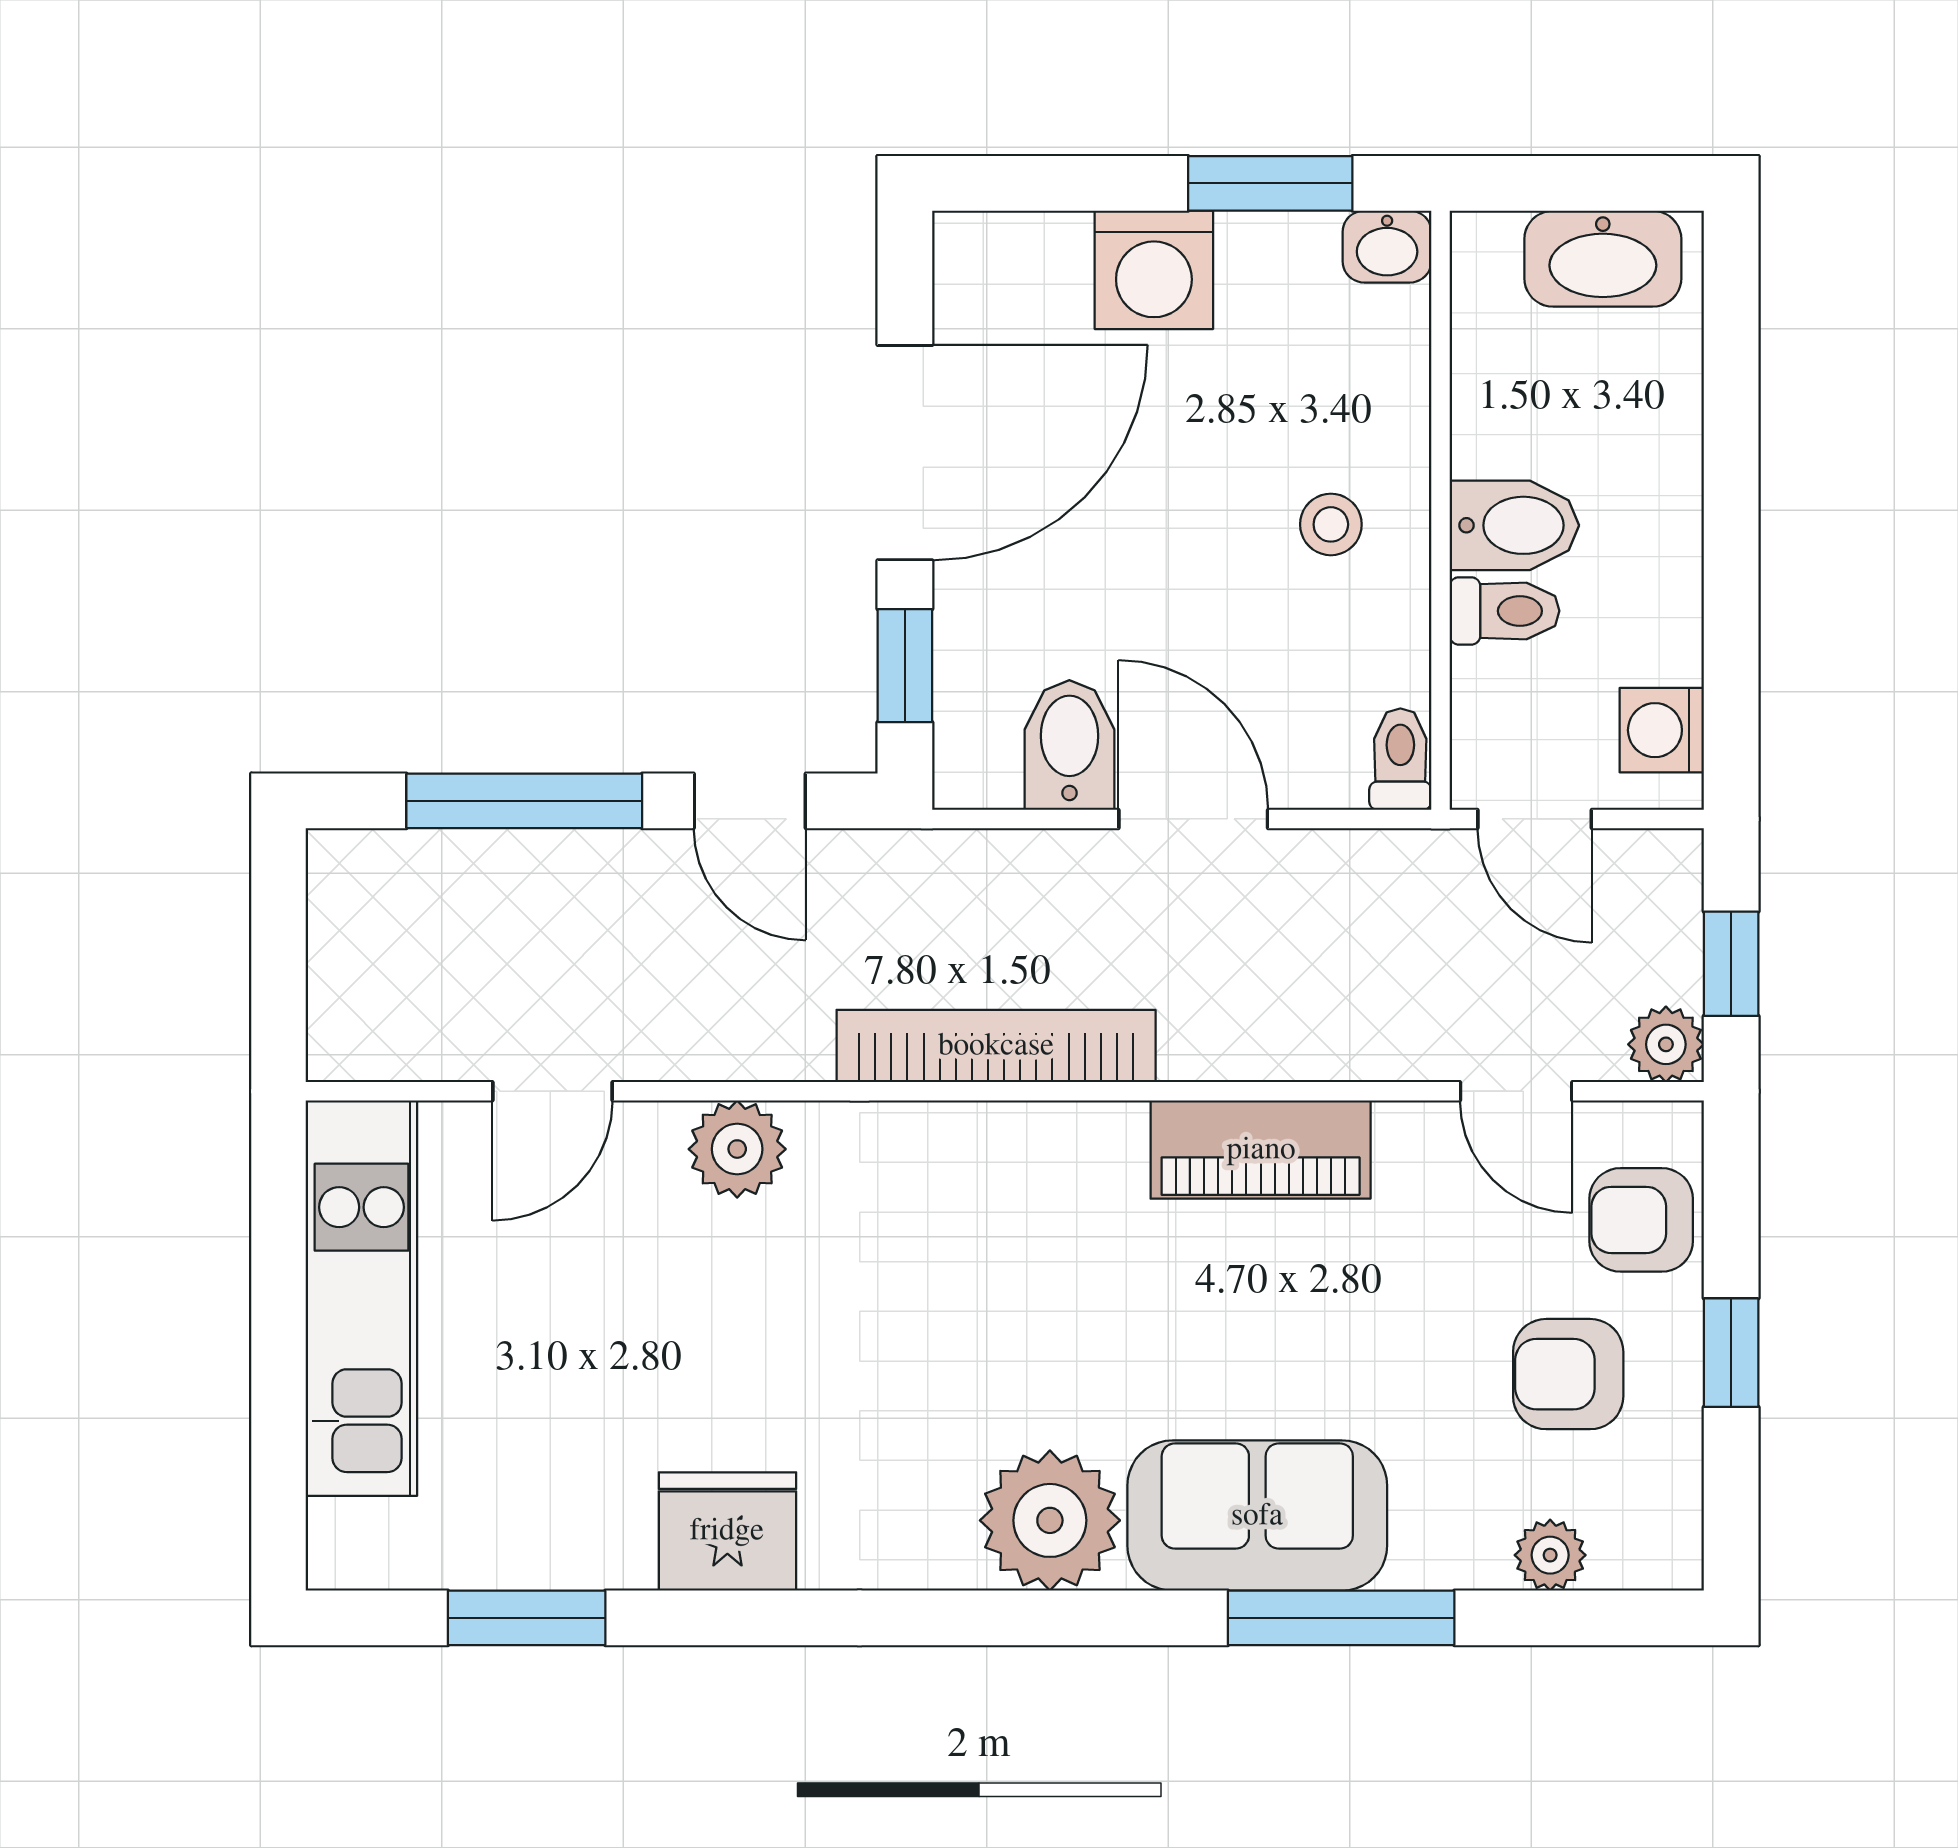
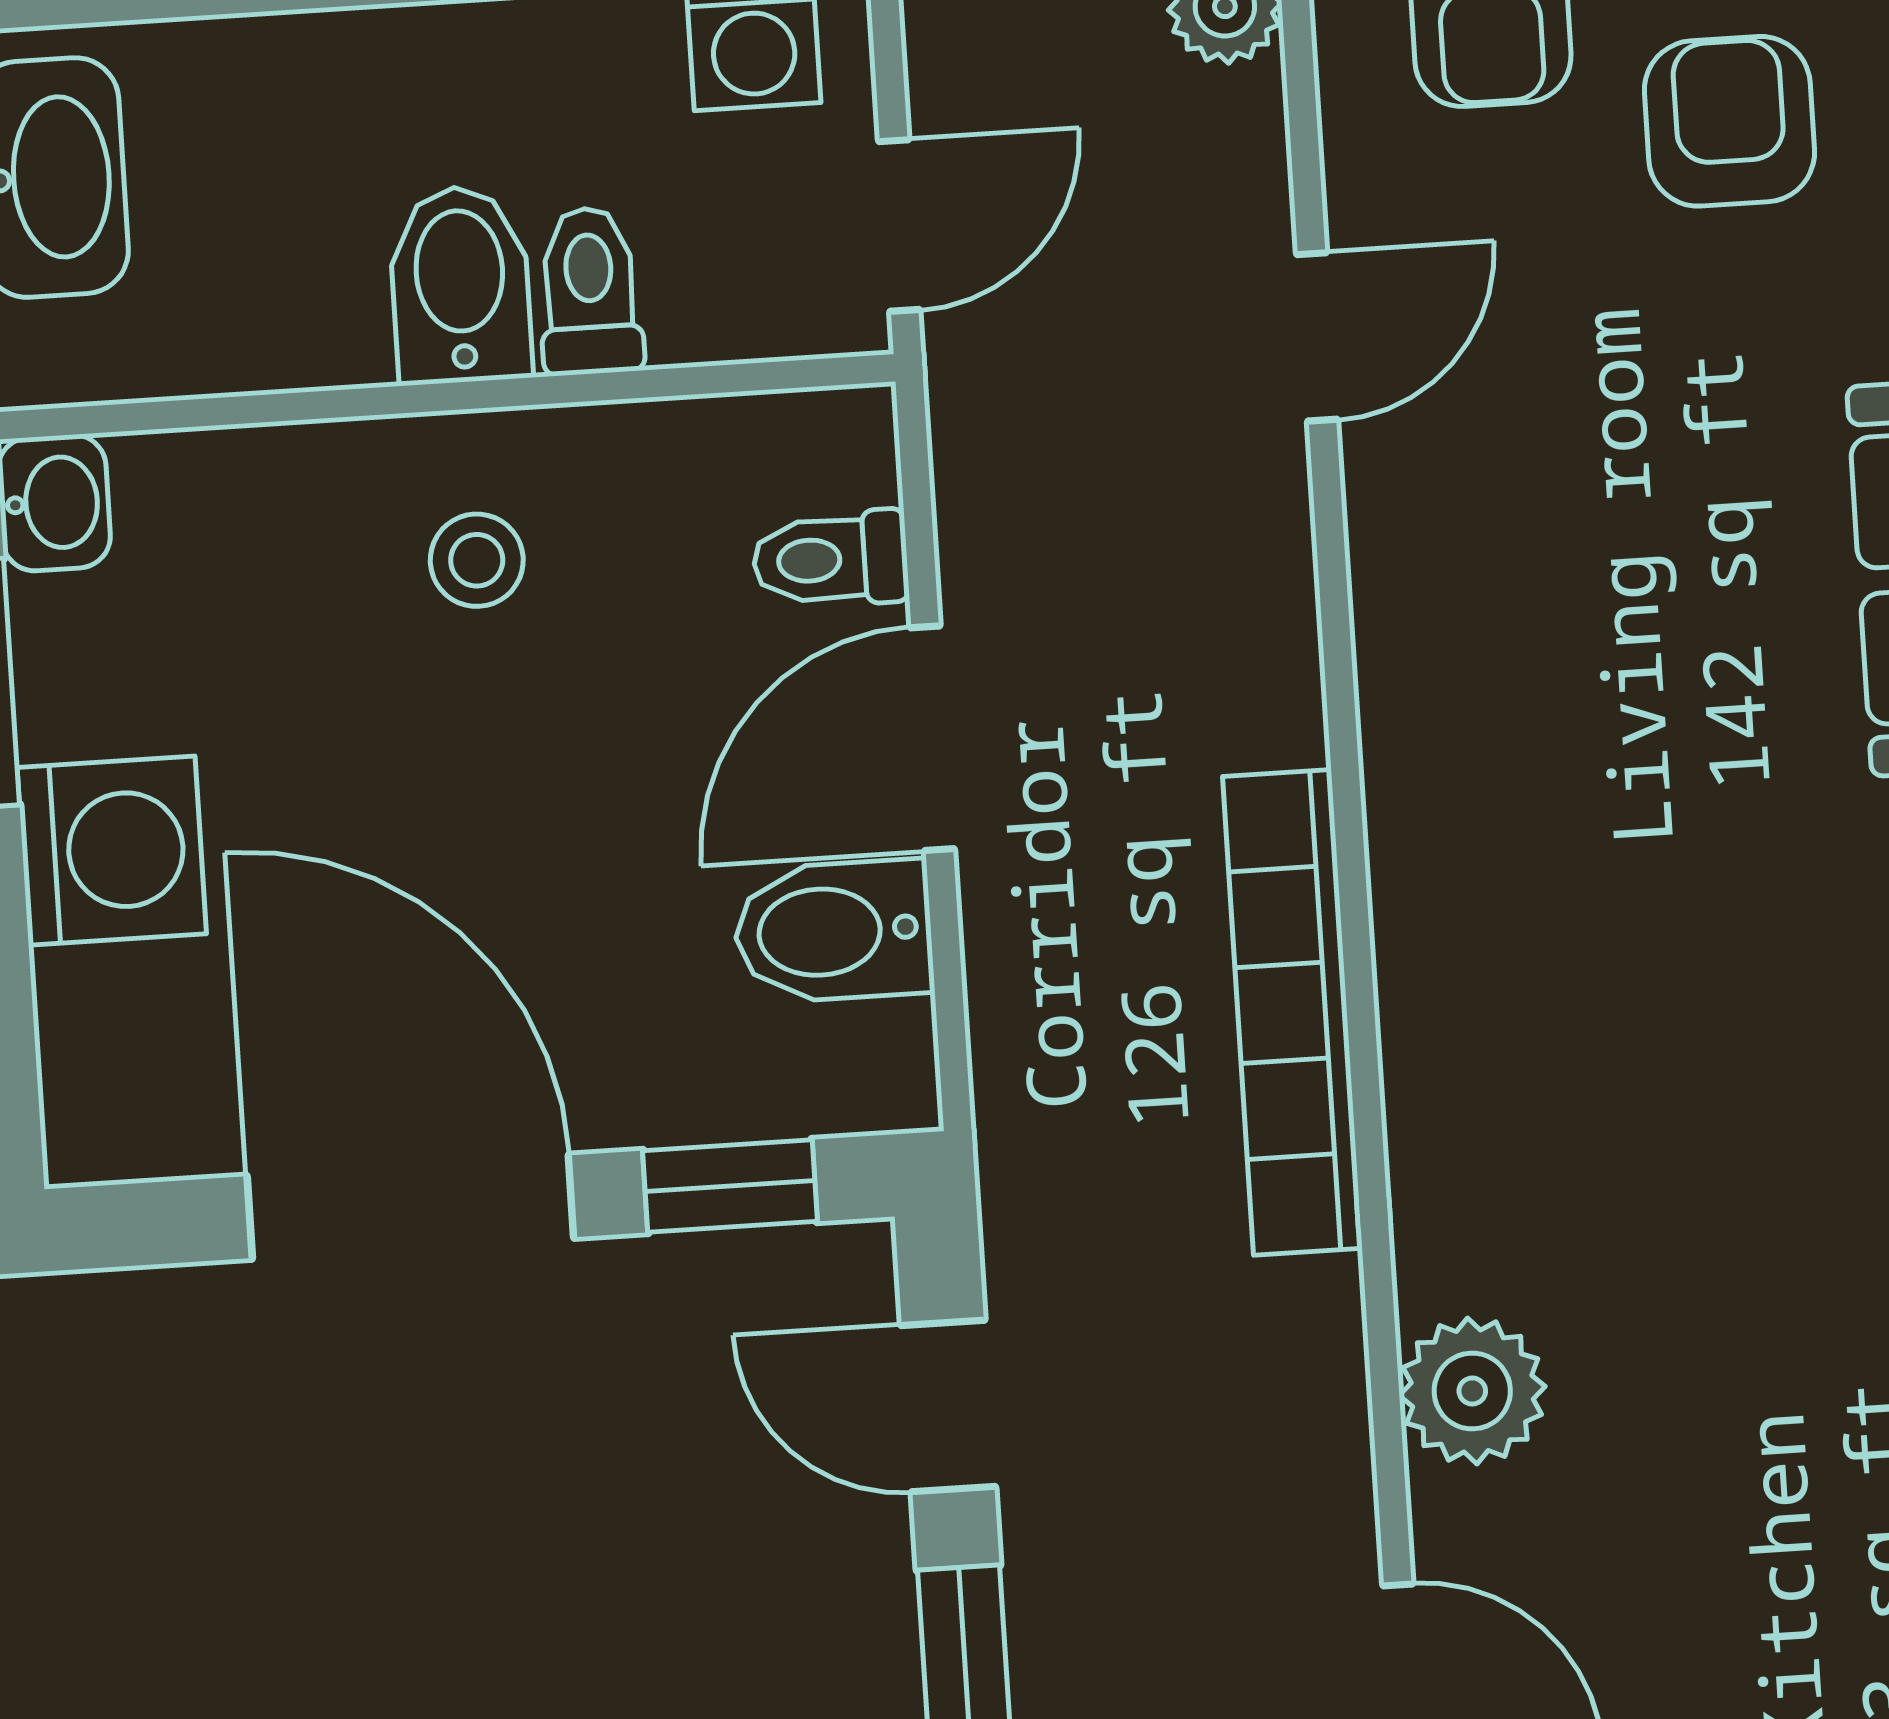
toilet: (1400, 759) -> (831, 559), moved
door: (750, 801) -> (948, 1406), swing flipped
door: (1516, 1091) -> (1317, 337), moved
piano: (1261, 1150) -> (1422, 605), removed
armchair: (1568, 1374) -> (1729, 121), turned 180

